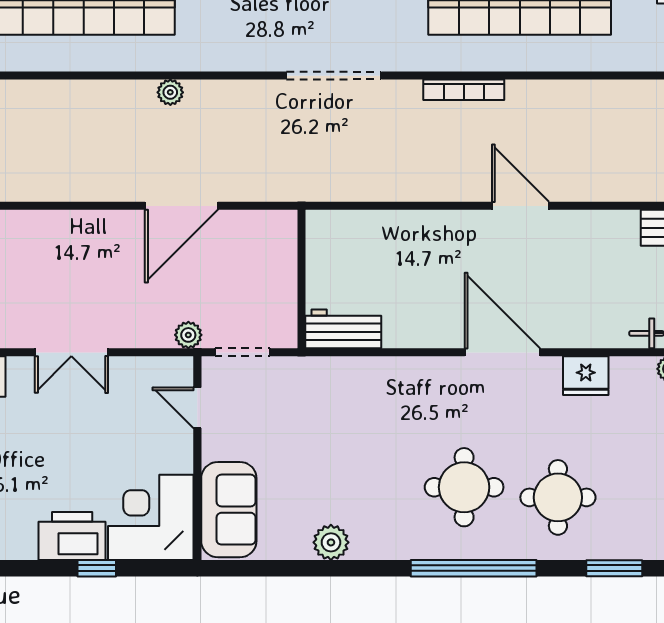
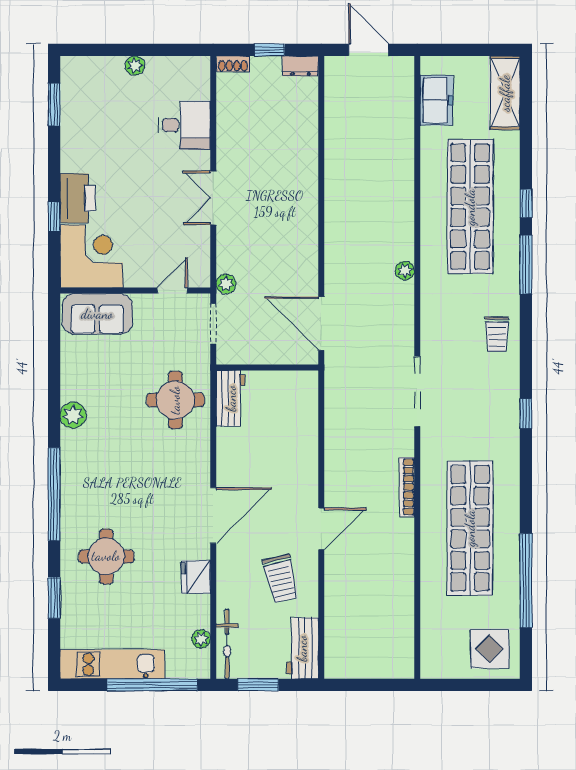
door: (181, 206) -> (321, 323), moved
trolley: (588, 261) -> (281, 579), added
round table: (464, 487) -> (175, 400), moved
plant: (331, 542) -> (73, 415), moved

